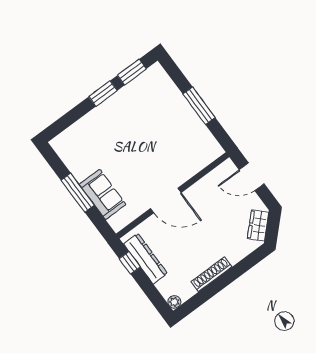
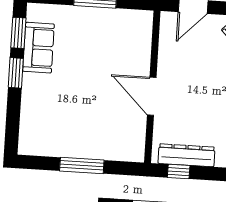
sofa: (103, 194) -> (38, 48), moved, turned 90
door: (166, 200) -> (152, 96), swing flipped

